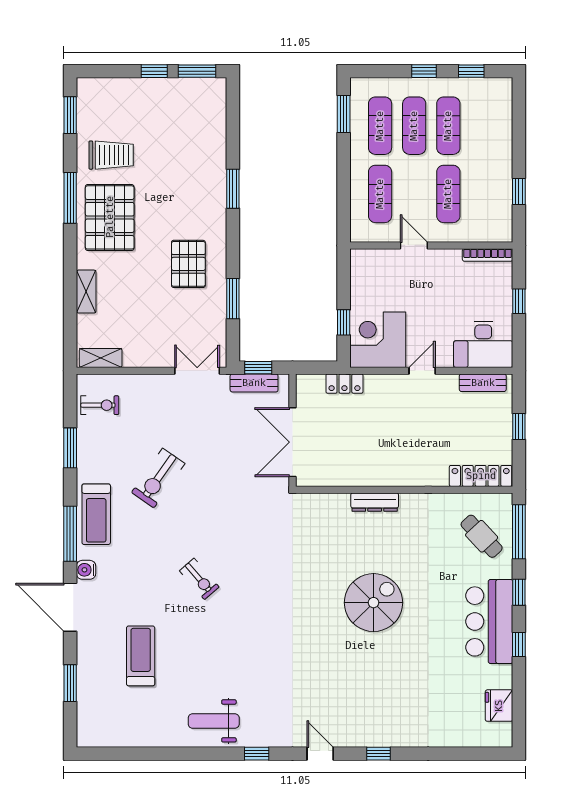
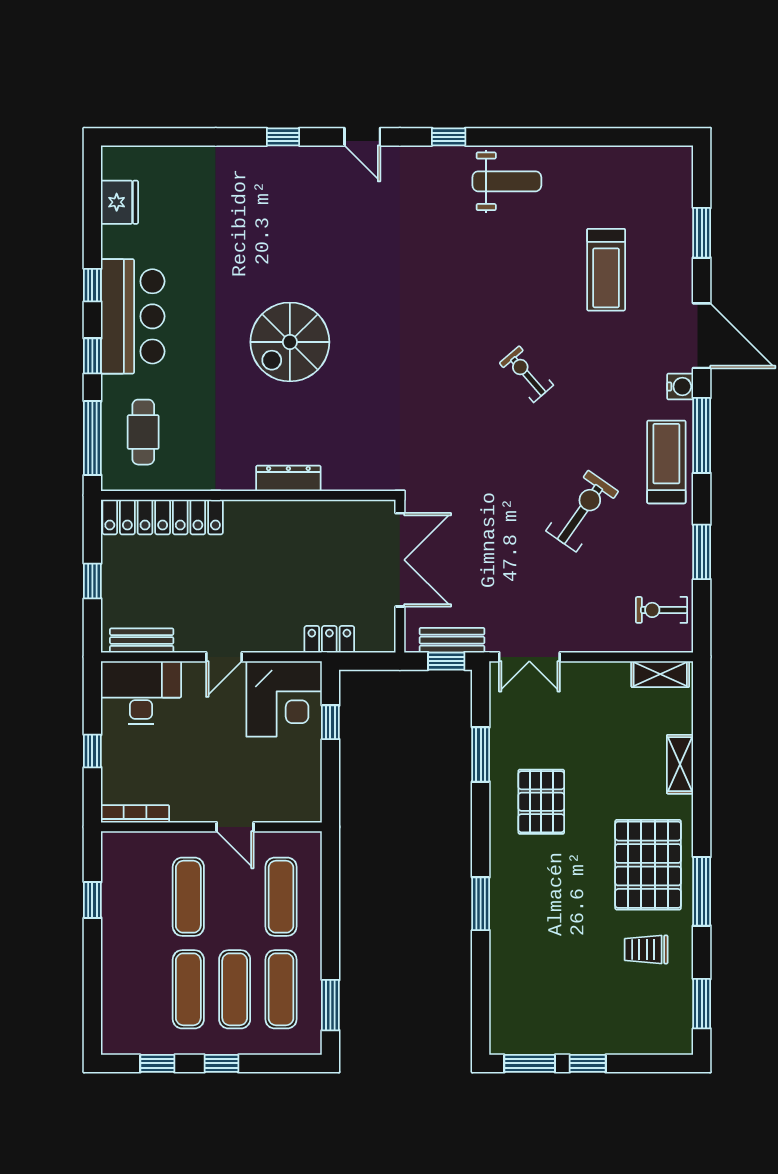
trolley: (111, 155) -> (646, 949), width x0.73, depth x0.72
locker: (481, 476) -> (163, 517), width x1.41, depth x1.21
cafe table: (482, 536) -> (143, 432), turned 43

